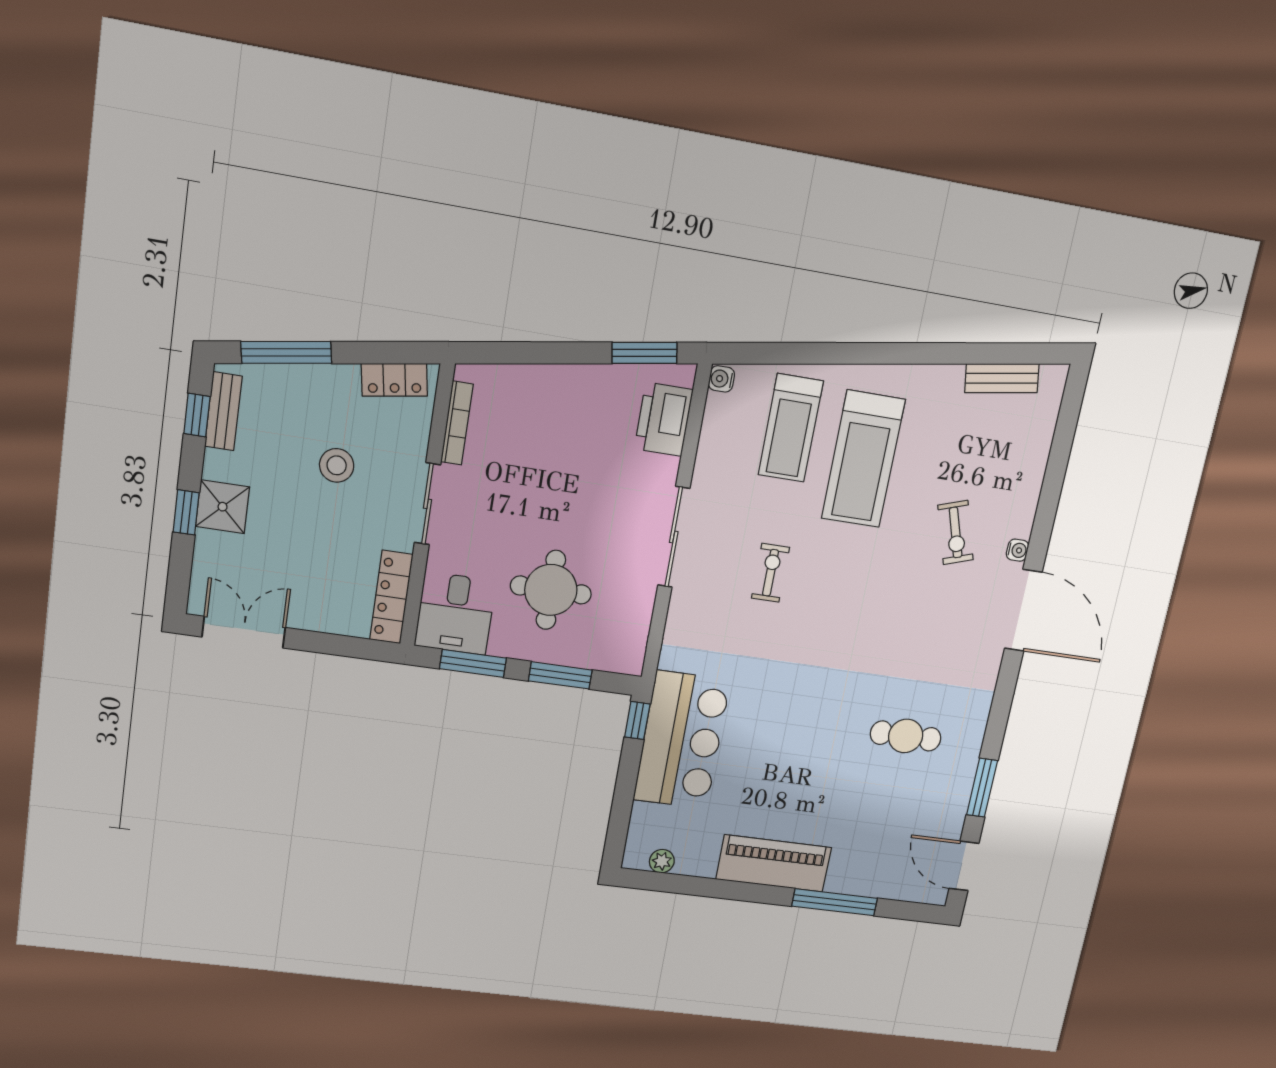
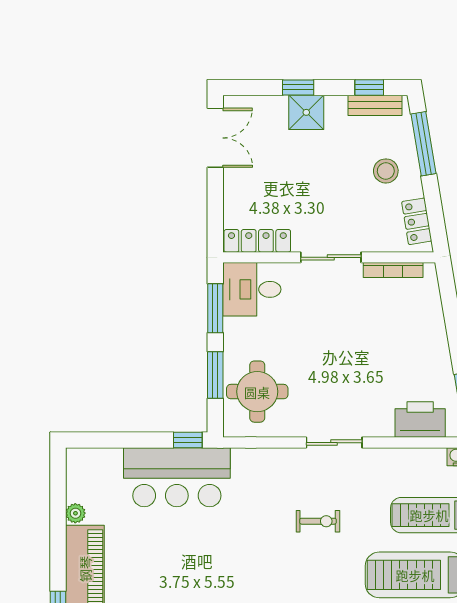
stool: (337, 465) -> (386, 171), moved
sliding door: (674, 537) -> (334, 443), width x0.73
round table: (551, 590) -> (257, 392), moved
plant: (662, 861) -> (75, 513), moved

